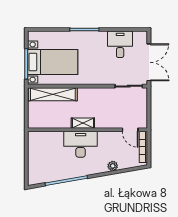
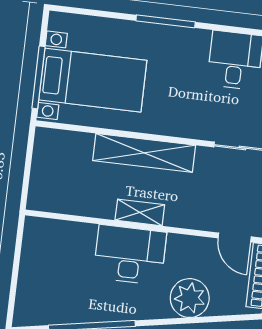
shelving: (53, 94) -> (144, 153), moved
plant: (113, 166) -> (190, 298), width x1.88, depth x1.88

